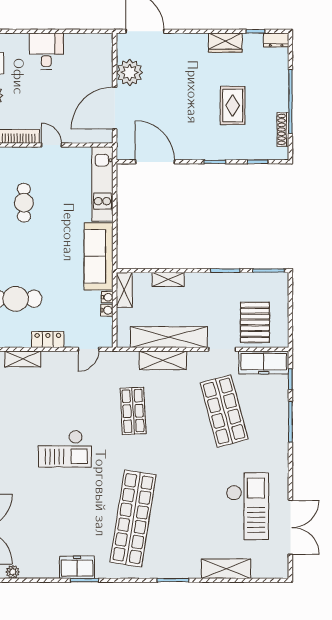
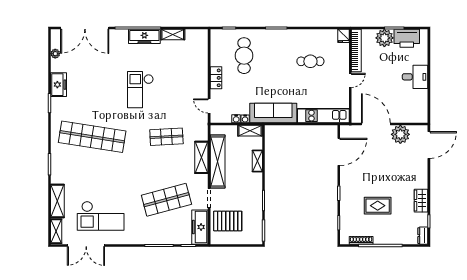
shelving: (23, 359) -> (56, 231), moved
freezer: (77, 567) -> (58, 85), moved

